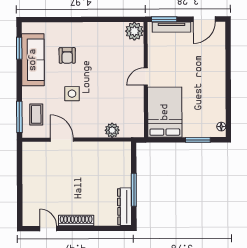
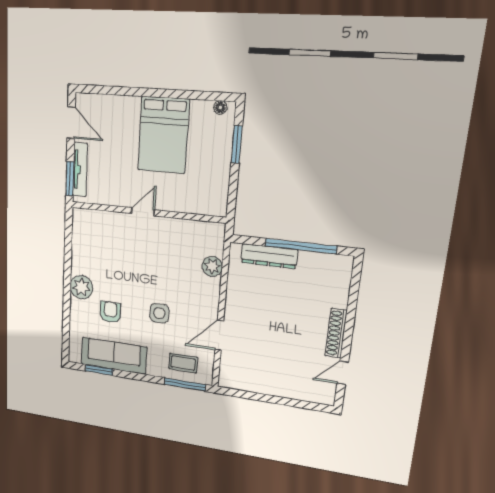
plant: (134, 31) -> (81, 287), moved
armchair: (67, 55) -> (110, 312), turned -90
door: (146, 77) -> (143, 212), swing flipped
bed: (165, 112) -> (163, 135), moved, turned -90
window: (134, 190) -> (301, 246), width x1.46
dresser: (125, 207) -> (269, 256), moved

